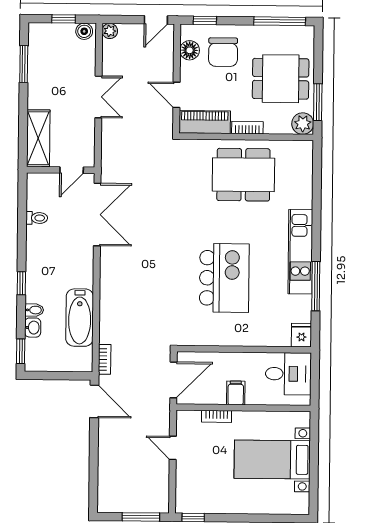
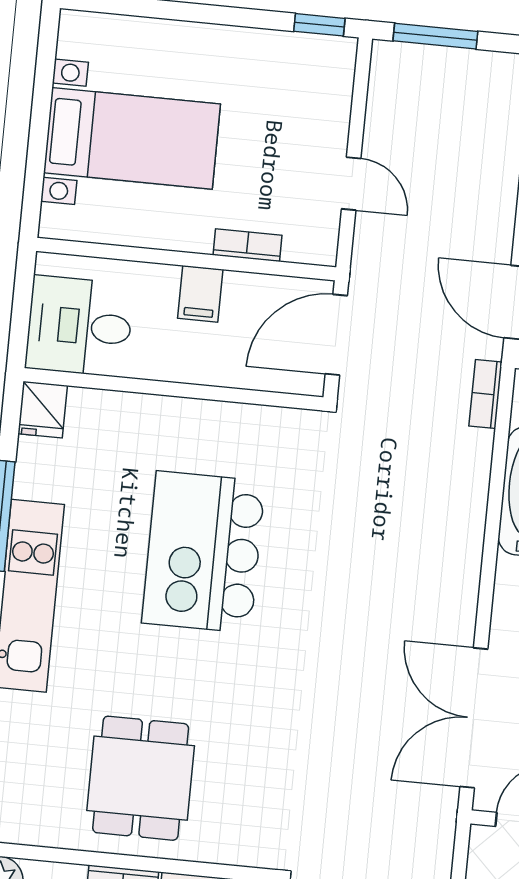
dining table: (243, 175) -> (141, 778), width x0.73

